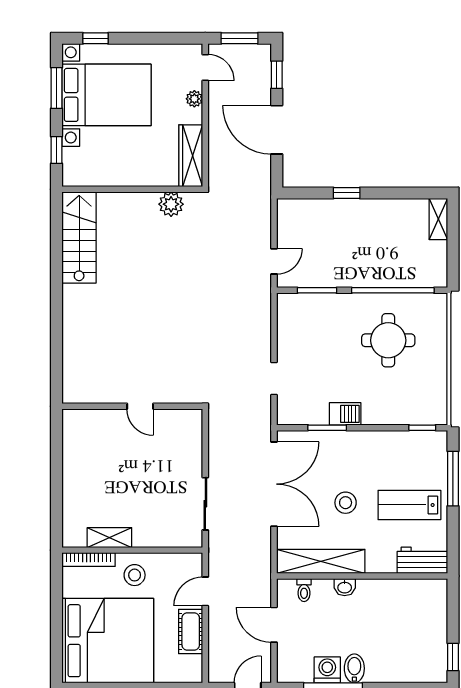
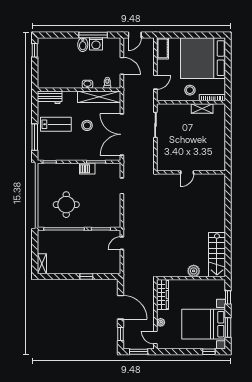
plant: (171, 204) -> (194, 271), moved
door: (140, 406) -> (187, 172), swing flipped
cot: (191, 631) -> (163, 48), moved

